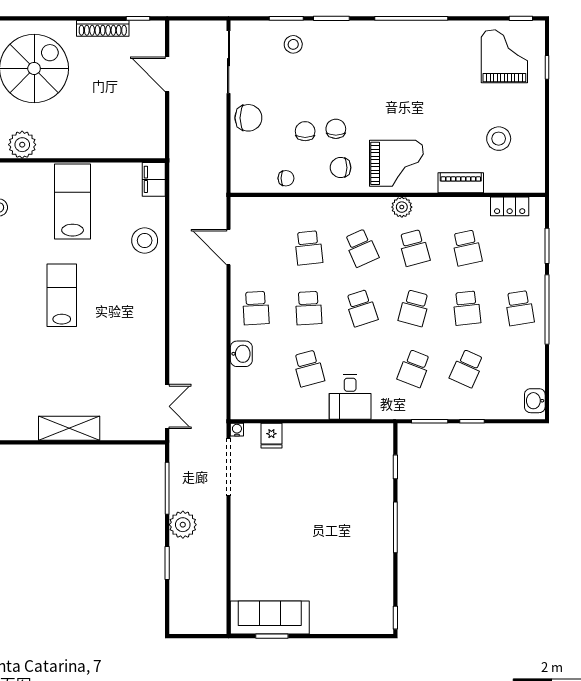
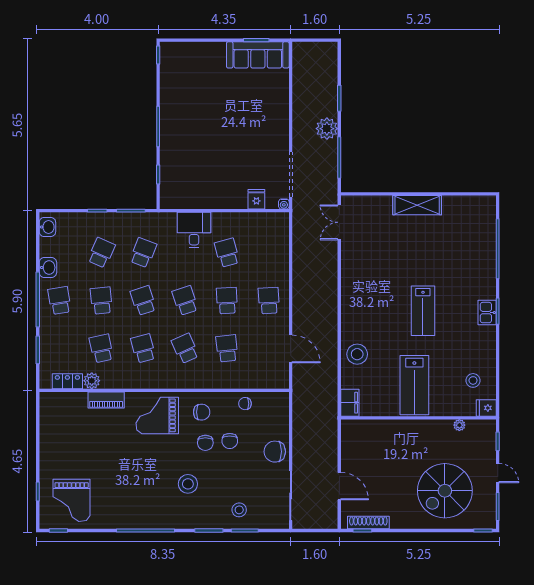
shoe rack: (103, 28) -> (368, 523), moved
stool: (499, 139) -> (188, 484), moved
plant: (22, 145) -> (459, 425), width x0.53, depth x0.53
plant: (402, 207) -> (92, 381), moved
school desk: (414, 308) -> (143, 301), turned -33
washbasin: (241, 354) -> (48, 268), moved, turned 180

